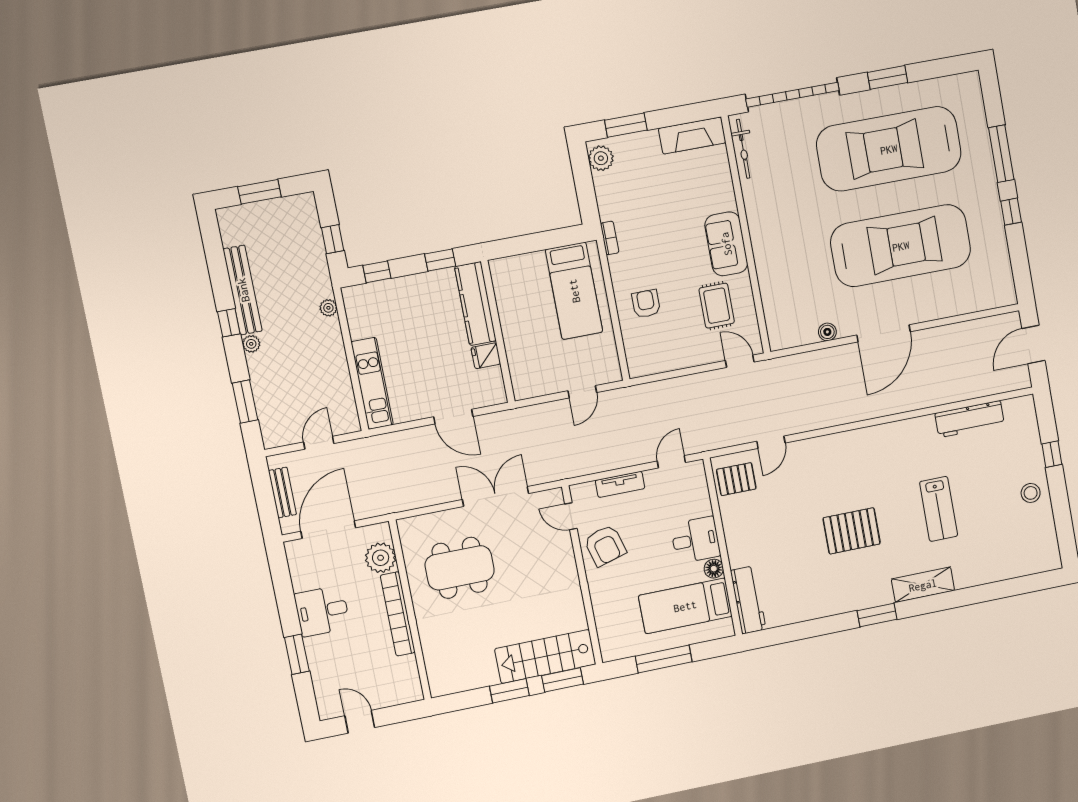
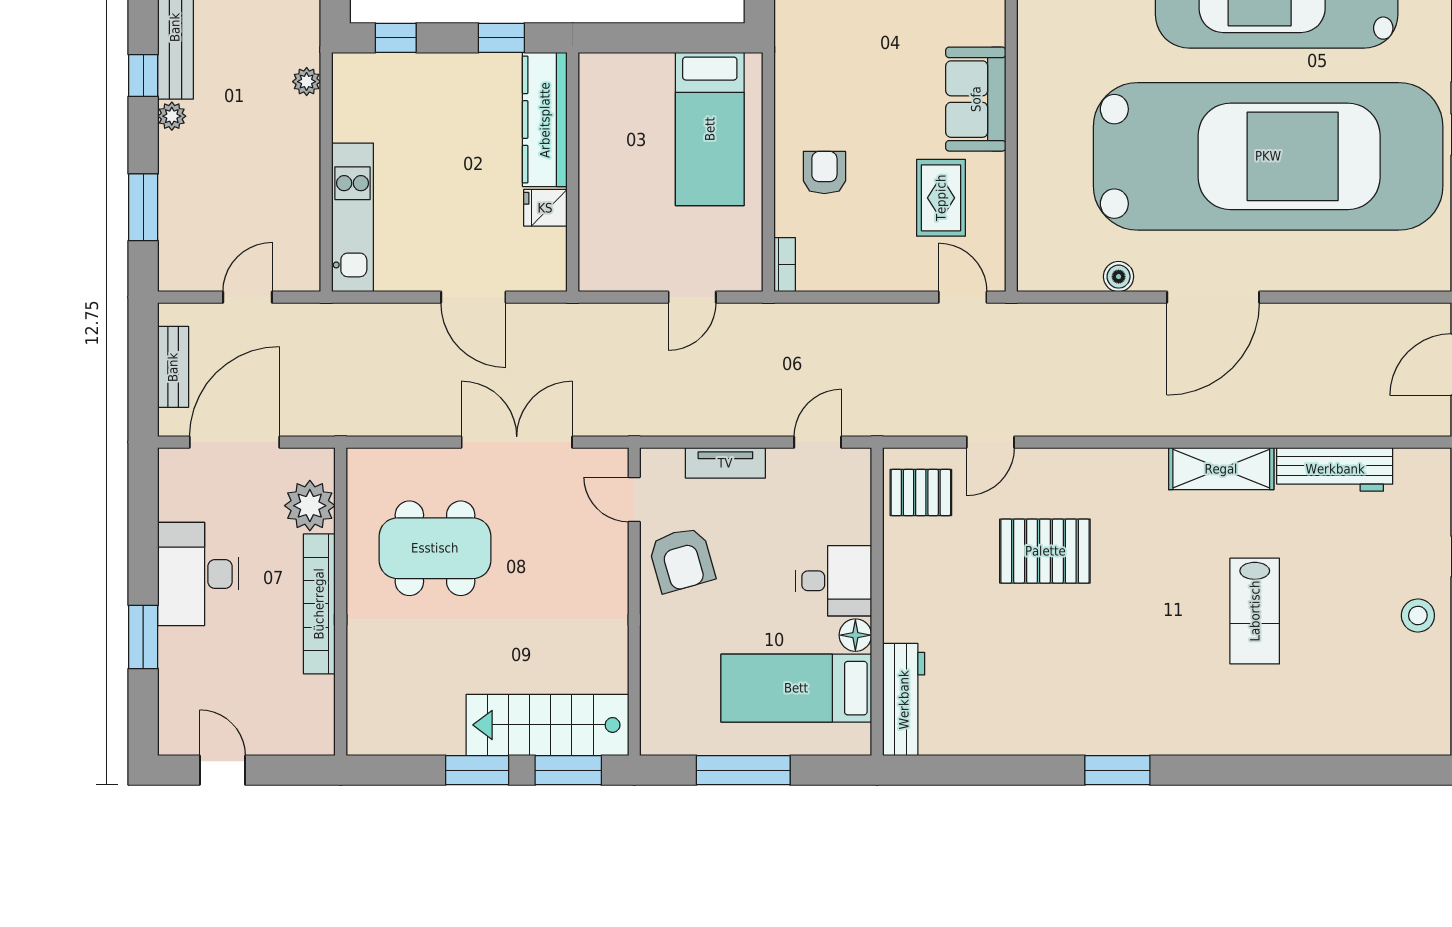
bookcase: (610, 238) -> (785, 265), moved
car: (901, 246) -> (1268, 156), width x1.36, depth x1.48
pallet: (852, 531) -> (1045, 551), moved
shelving: (923, 585) -> (1221, 469), moved
desk: (322, 611) -> (198, 574), width x1.37

